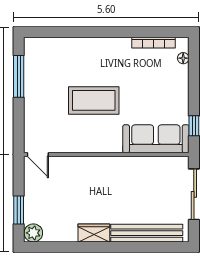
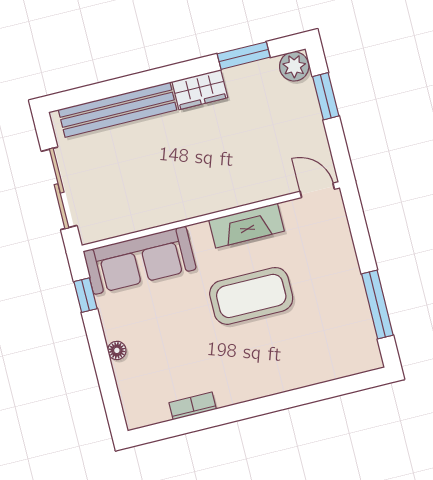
bookcase: (153, 43) -> (193, 406), width x0.64
floor lamp: (183, 58) -> (117, 350), moved
fireplace: (86, 144) -> (247, 226), added
window: (62, 247) -> (244, 56), added

